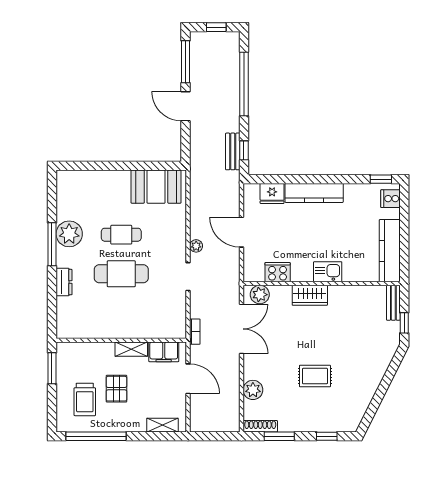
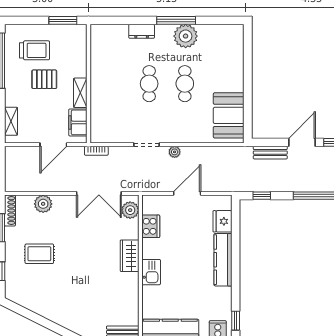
bench: (233, 151) -> (270, 153), moved
cafe table: (121, 274) -> (149, 84), width x0.73, depth x0.74
rug: (315, 376) -> (39, 254), moved, turned 90
trolley: (85, 399) -> (34, 50), turned 180

